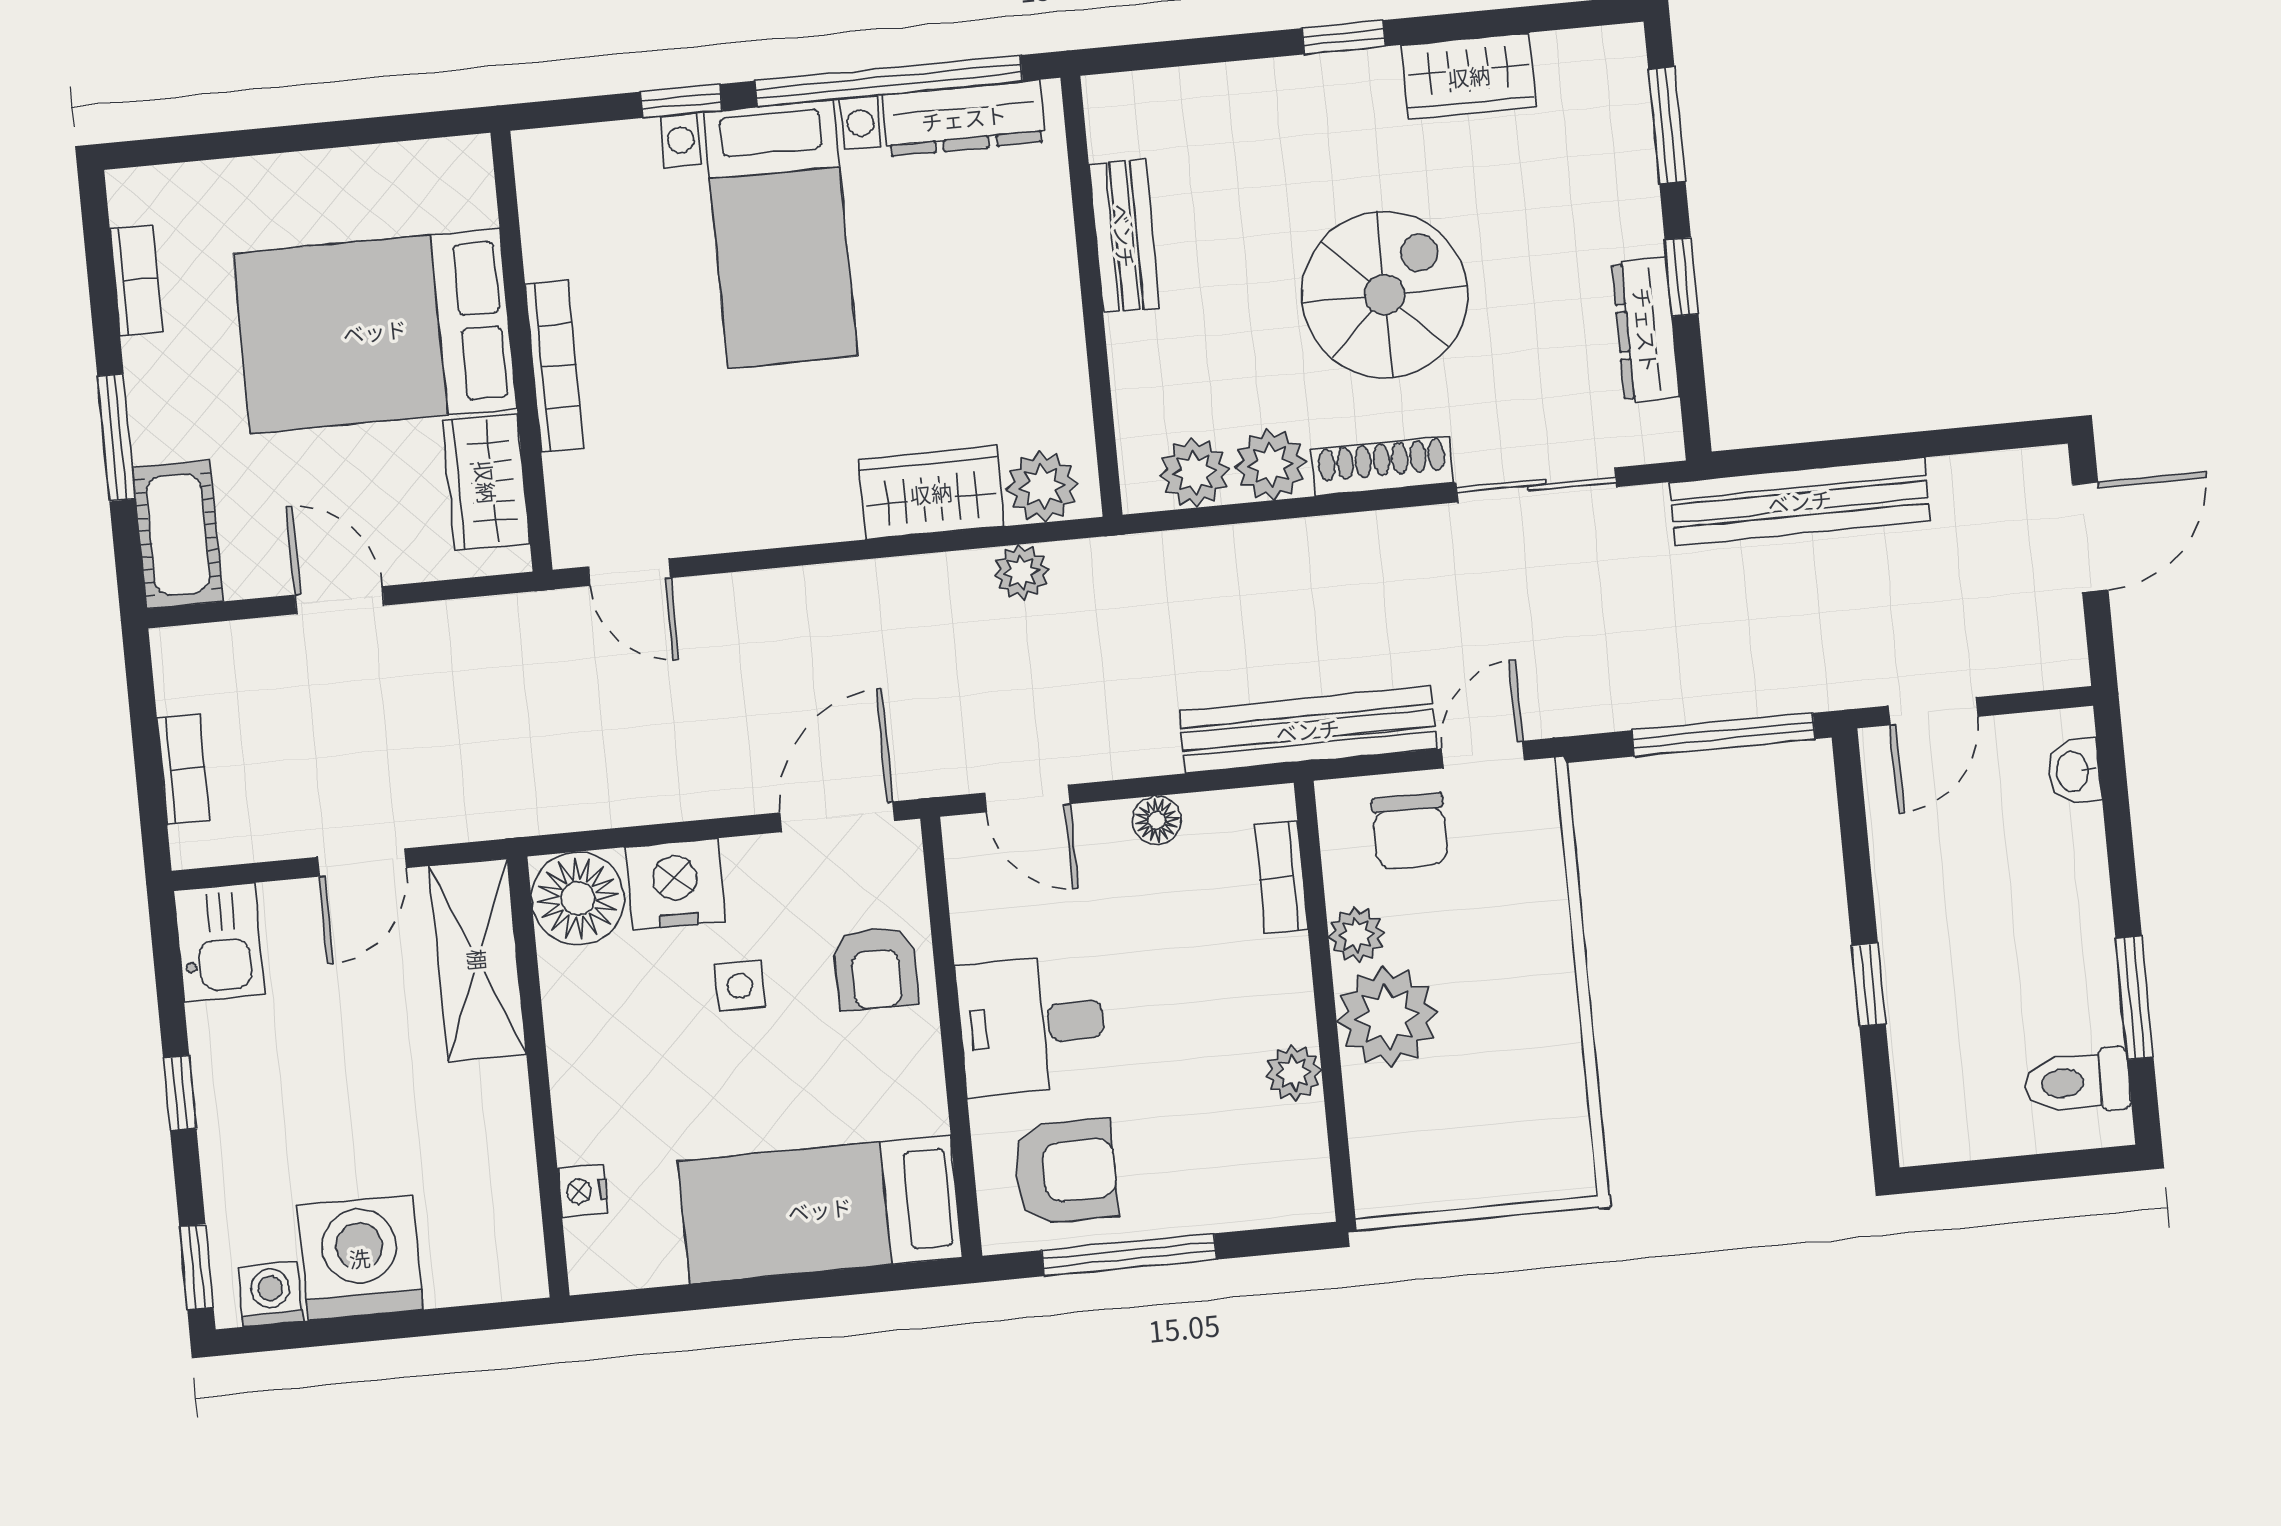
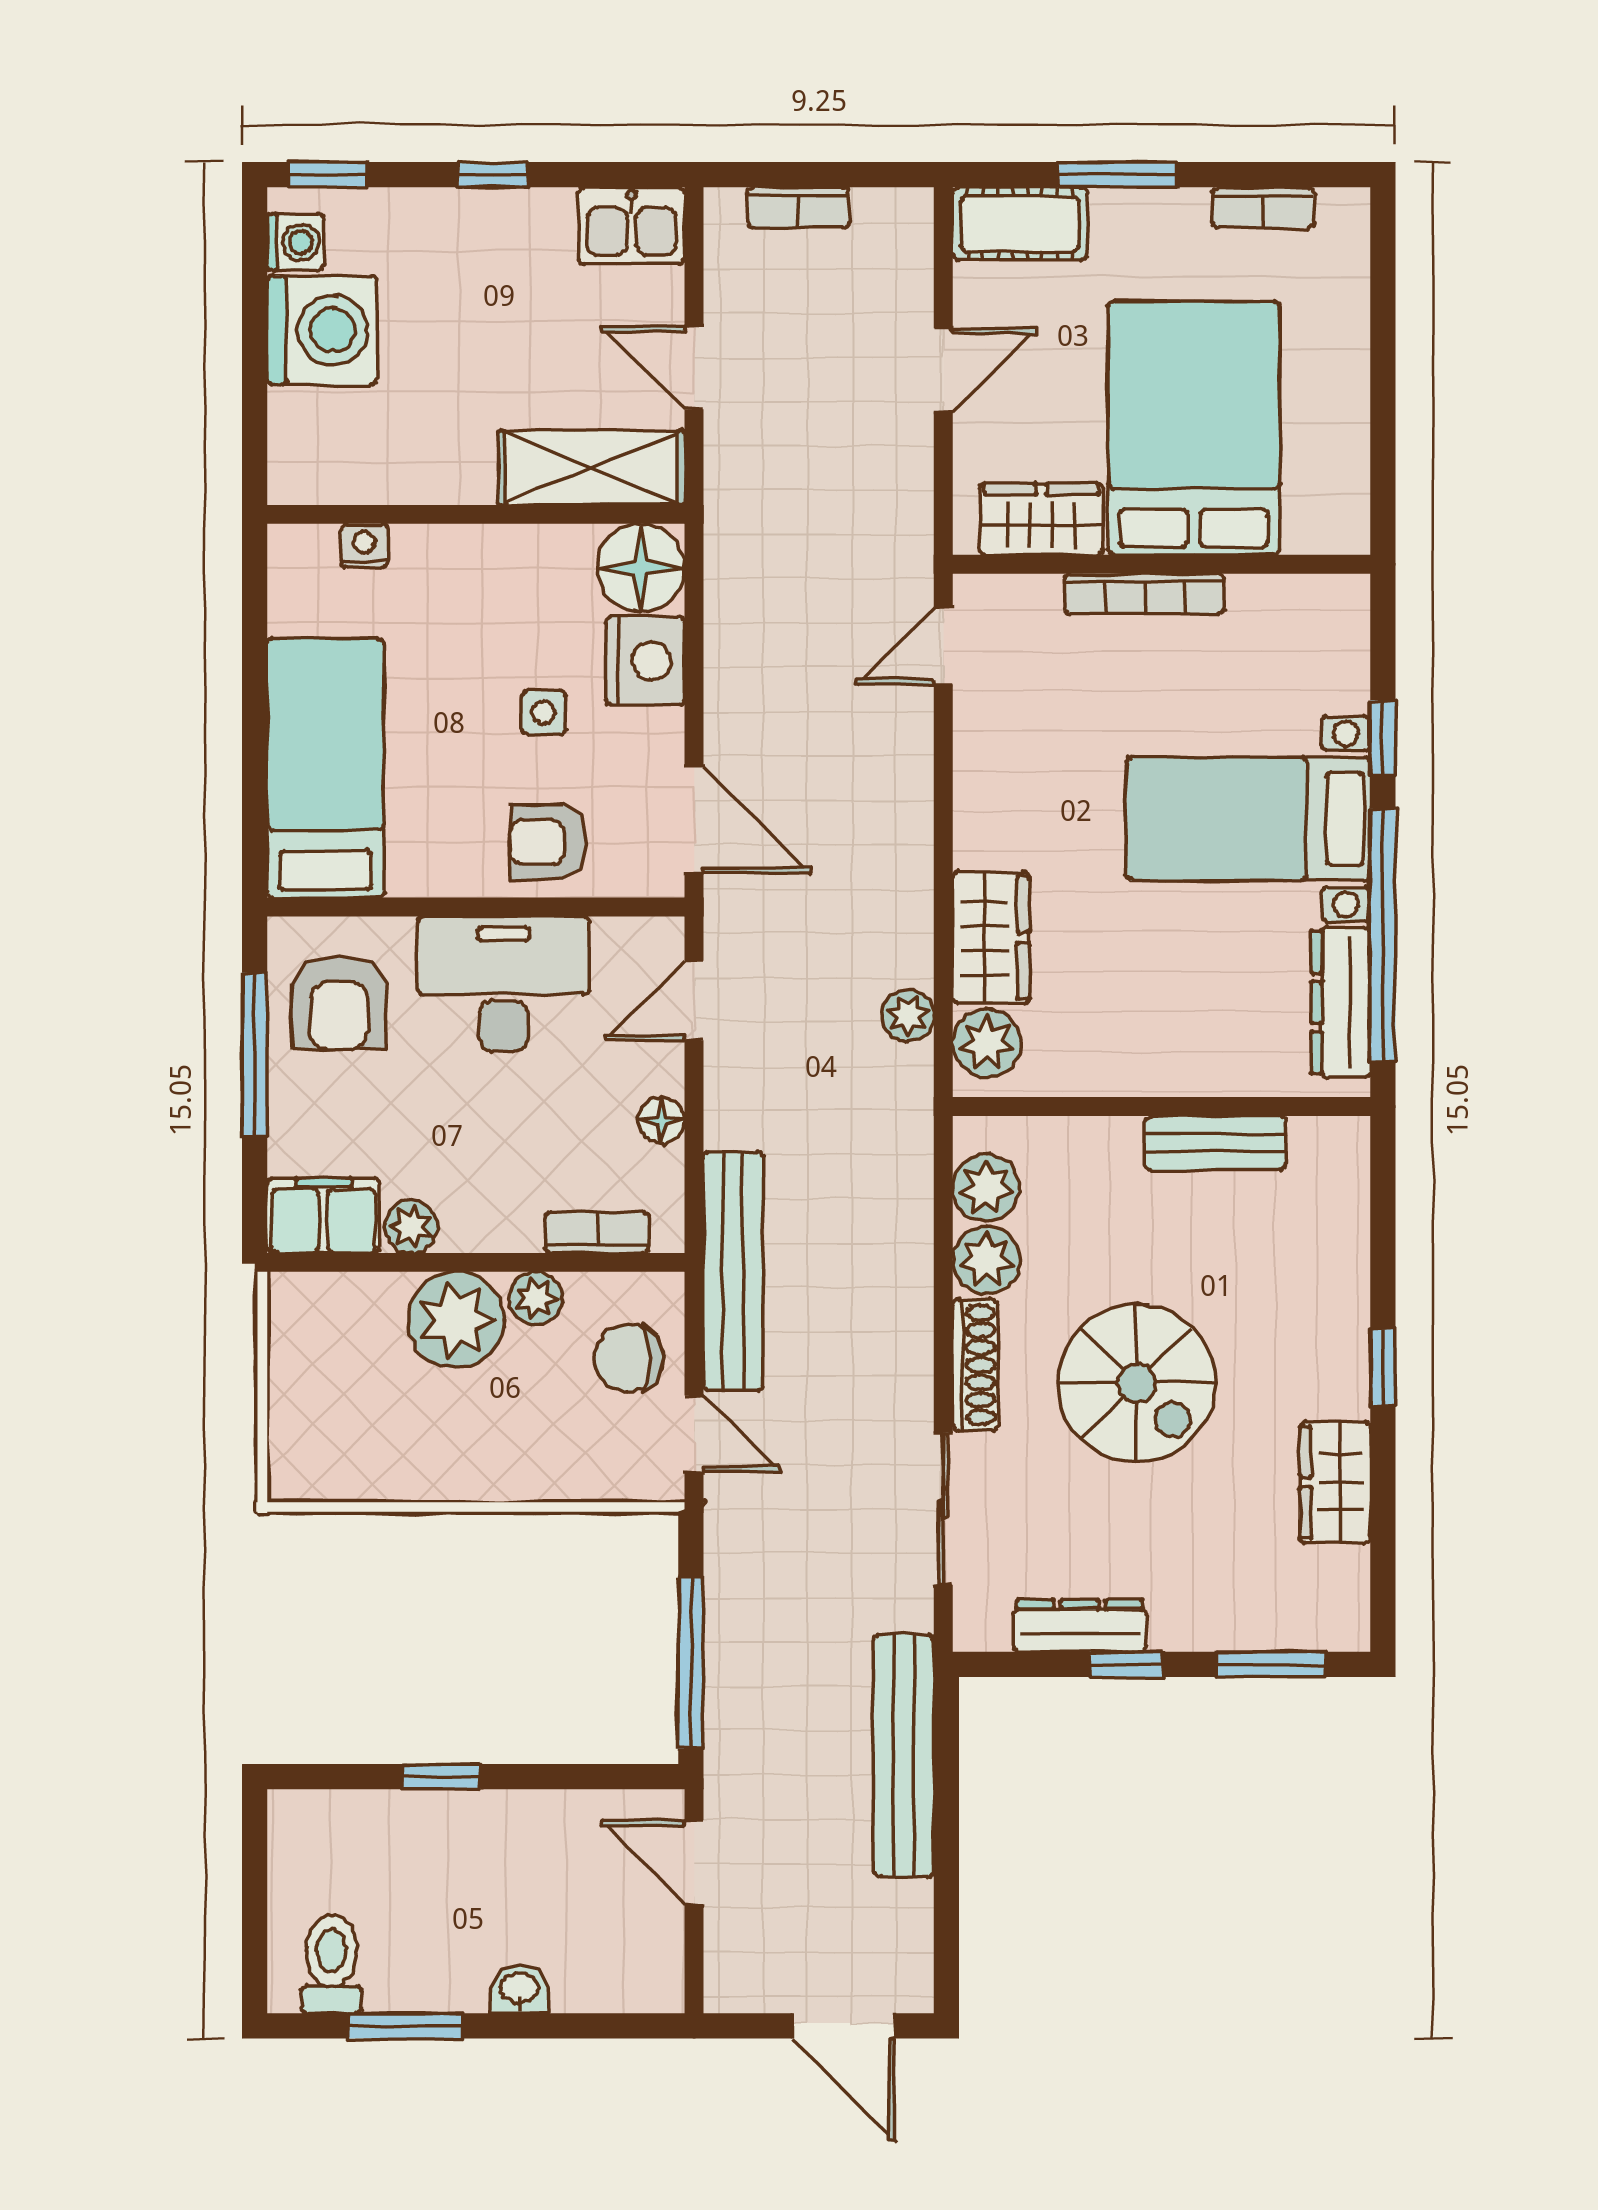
washbasin: (2074, 771) -> (520, 1989), moved
desk: (1032, 1025) -> (504, 984), width x1.37
filing cabinet: (1291, 1166) -> (323, 1216), added

